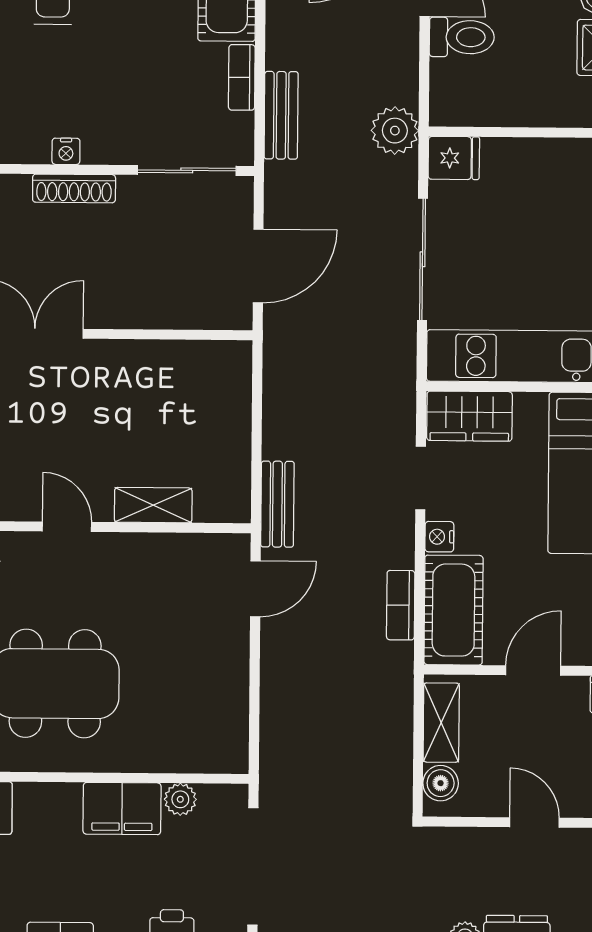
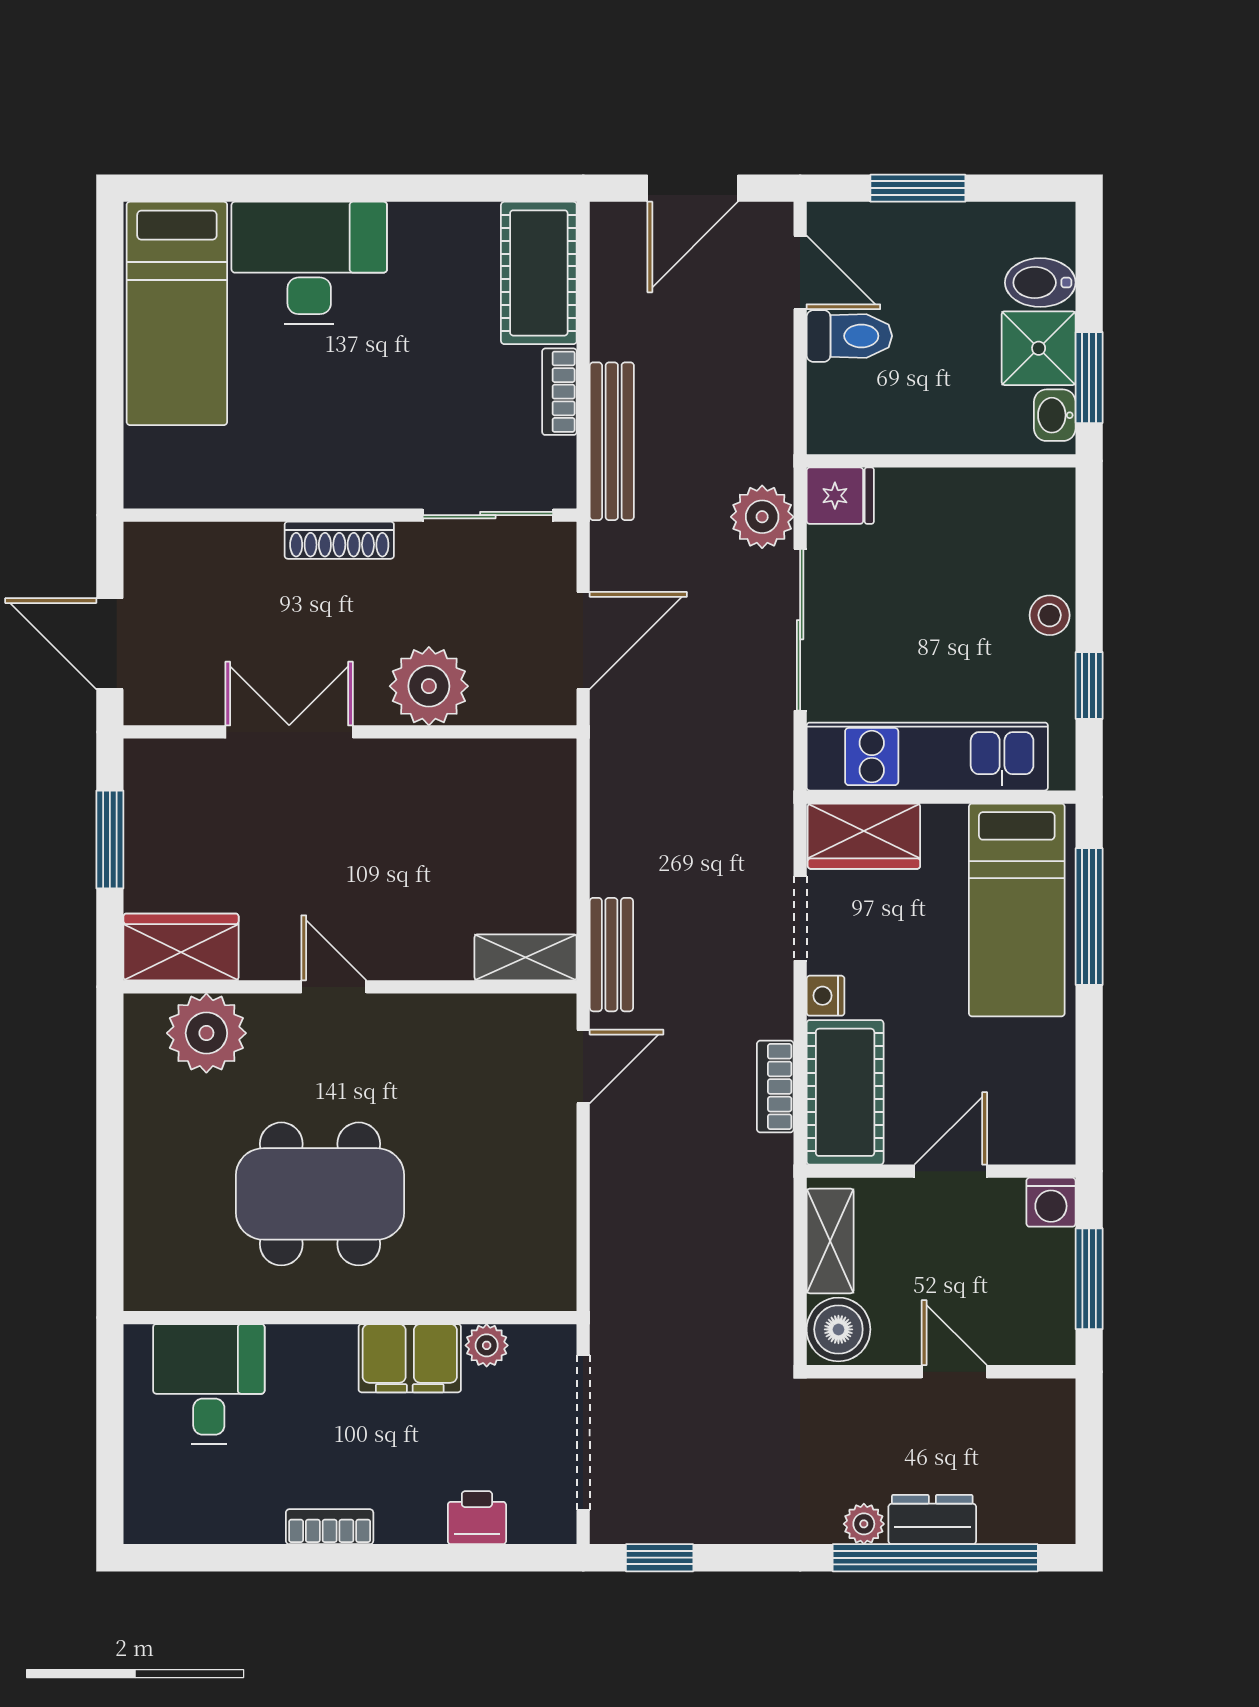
bench: (281, 115) -> (612, 441), width x1.36
plant: (395, 131) -> (762, 517), moved
nightstand: (66, 151) -> (328, 491), removed
plant: (141, 300) -> (429, 686), added
shelving: (153, 505) -> (526, 957), moved
boiler: (441, 783) -> (838, 1329), width x1.36, depth x1.36

